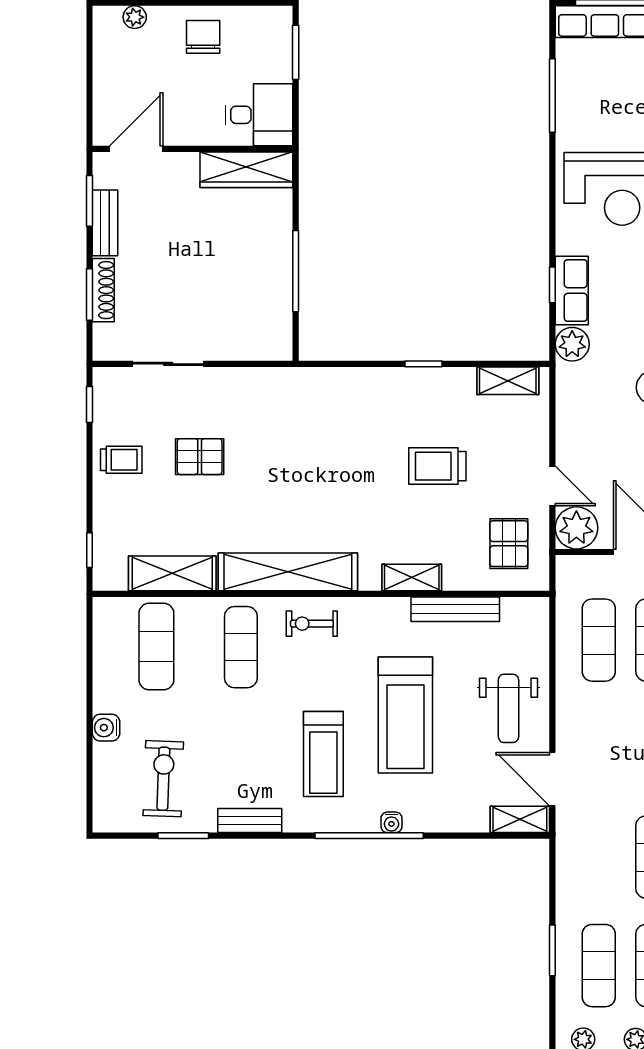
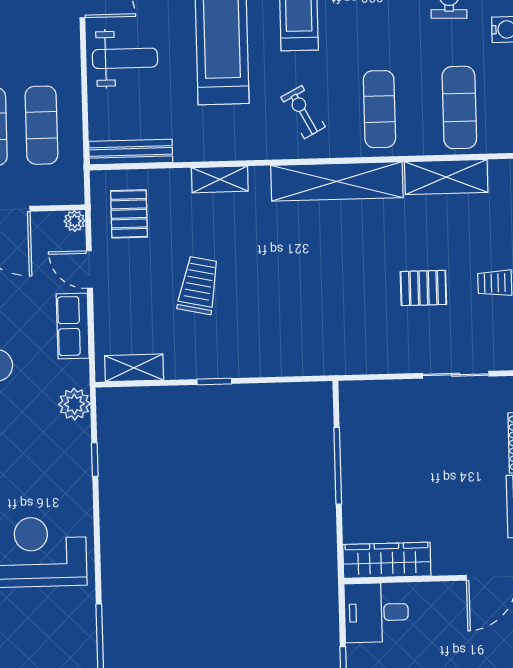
row of seats: (572, 291) -> (73, 326), moved
trolley: (437, 466) -> (199, 285), turned -78
plant: (576, 528) -> (75, 221), width x0.53, depth x0.53
bench: (455, 609) -> (131, 152), moved
exercise bike: (312, 624) -> (303, 112), moved, turned -118
weight bench: (508, 708) -> (125, 58), turned 90

